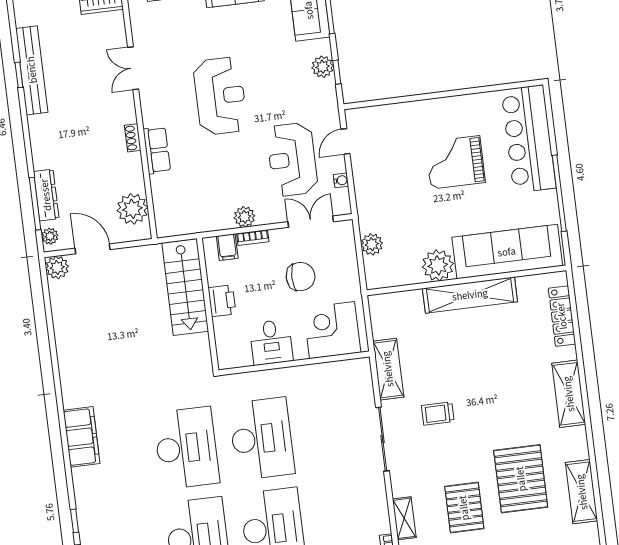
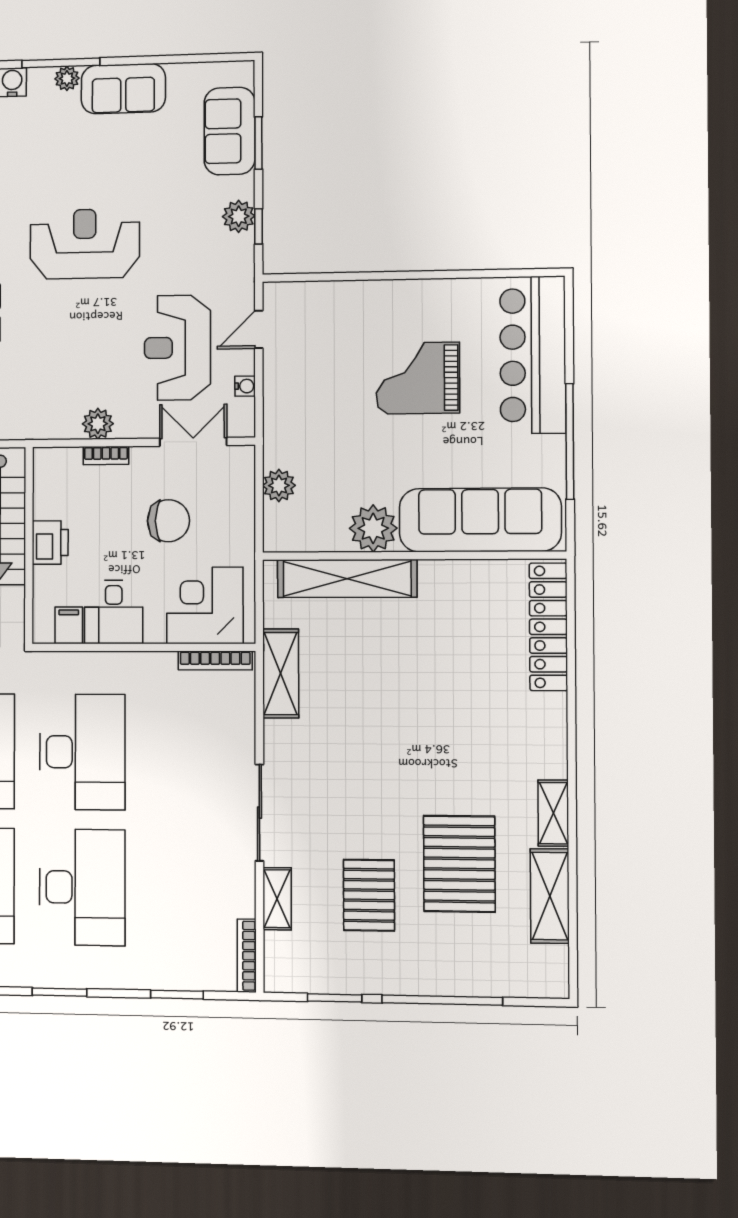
reception desk: (220, 96) -> (85, 244), turned -90
filing cabinet: (227, 247) -> (69, 625), moved, turned 180
shelving: (470, 295) -> (347, 578), moved
locker: (562, 316) -> (548, 627), width x1.41, depth x1.21
bookcase: (344, 366) -> (215, 661), added
shelving: (569, 394) -> (553, 813), moved, width x0.67, depth x0.75
trolley: (438, 414) -> (346, 749), removed
sliding door: (383, 439) -> (259, 813), moved

